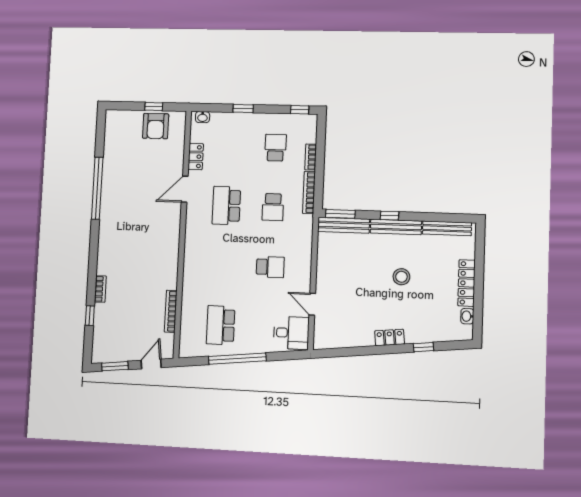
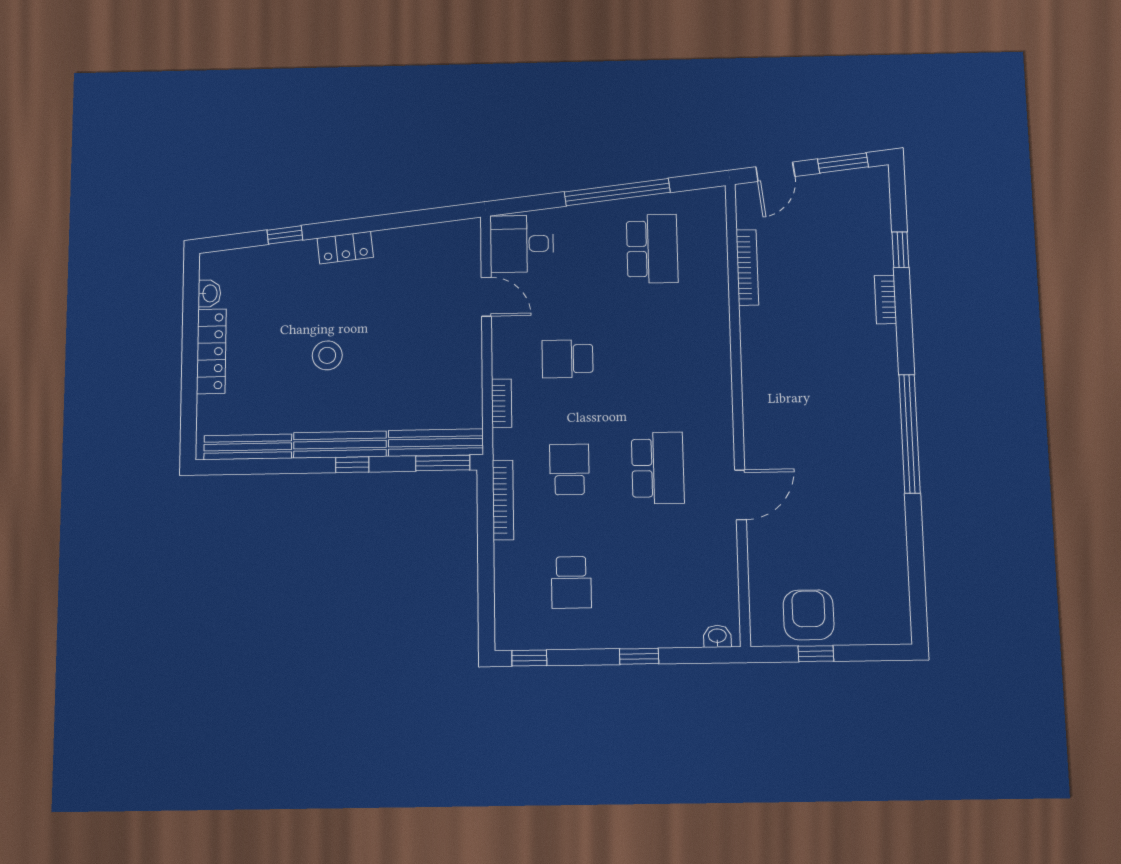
locker: (196, 157) -> (724, 558), removed
bookcase: (311, 157) -> (502, 403), moved
window: (97, 188) -> (910, 434), moved

